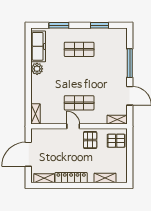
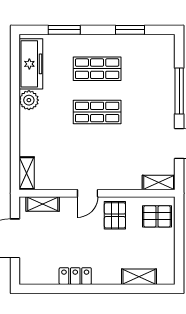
shop shelf: (79, 103) -> (97, 112), moved
door: (73, 126) -> (87, 193), swing flipped
shelving: (44, 178) -> (43, 204), moved
locker: (71, 178) -> (75, 276), width x0.66

